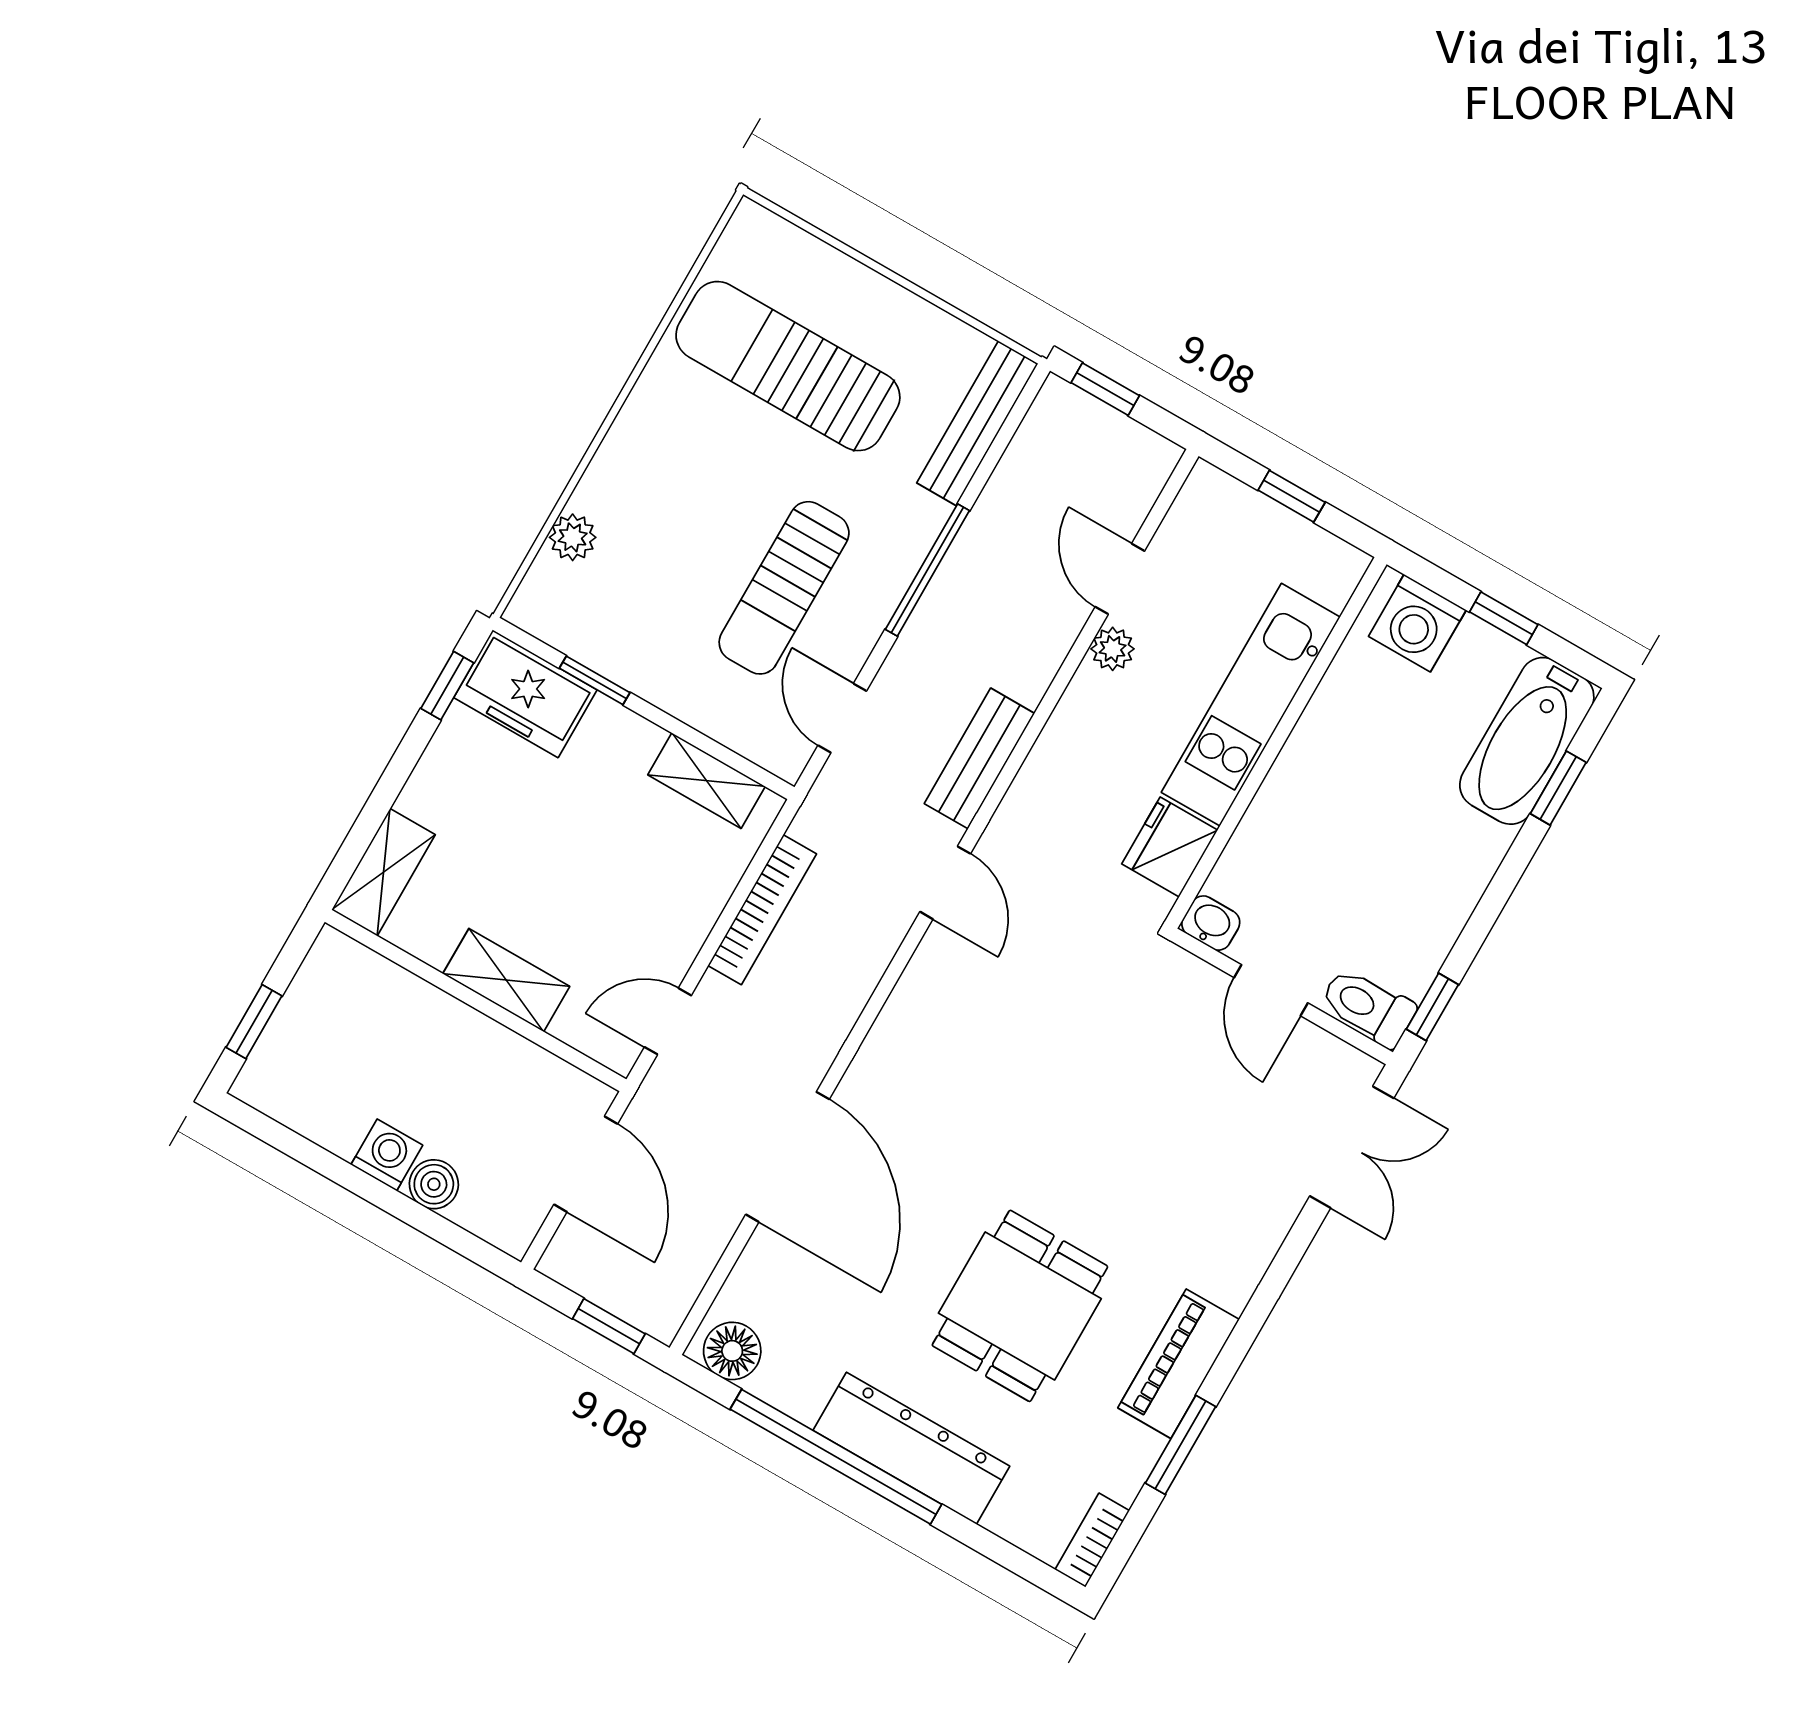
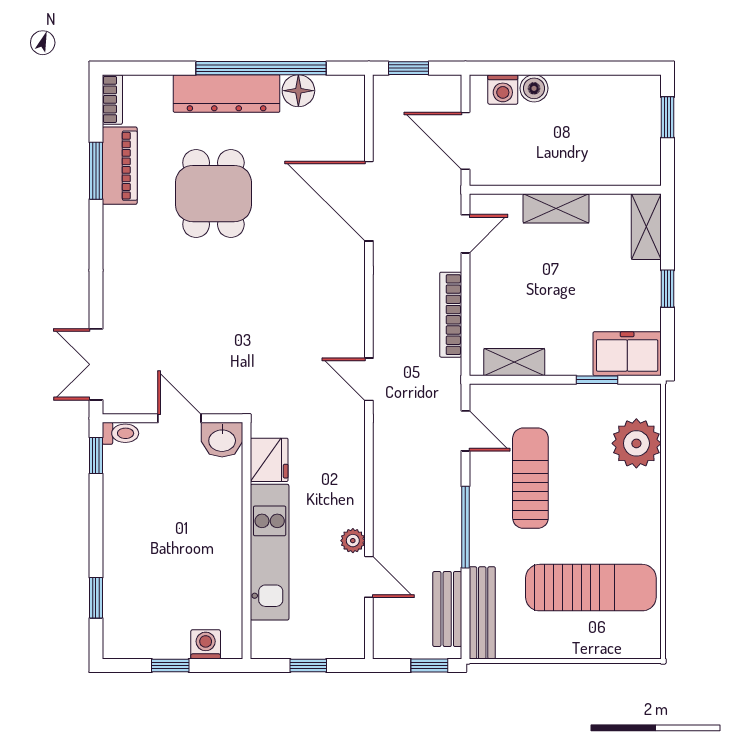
plant: (573, 537) -> (636, 443), width x1.88, depth x1.88
washing machine: (1417, 623) -> (206, 644), width x0.73, depth x0.73
window: (447, 686) -> (668, 289), moved
bathtub: (1527, 741) -> (125, 612), removed
bench: (979, 758) -> (447, 609), moved
washbasin: (1211, 923) -> (222, 440), width x1.38, depth x1.45
toilet: (1368, 1007) -> (120, 433), width x0.73, depth x0.72
washing machine: (387, 1155) -> (503, 89), moved
floor lamp: (732, 1351) -> (298, 91), moved
piano: (1179, 1364) -> (120, 166), moved

